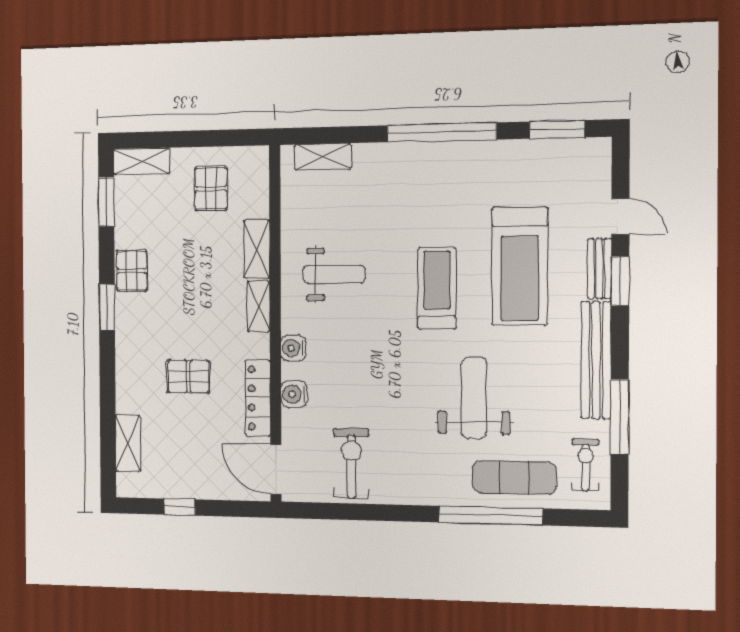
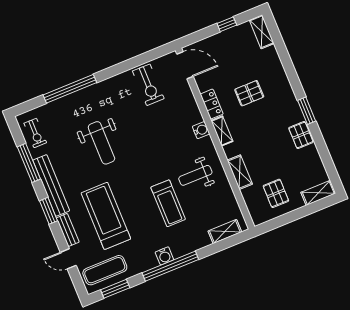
window: (106, 202) -> (329, 165), removed
window: (620, 281) -> (49, 211), moved
treadmill: (437, 288) -> (168, 203), moved
shelving: (259, 306) -> (222, 131), moved
water cooler: (294, 394) -> (164, 256), moved, turned 90
locker: (258, 398) -> (212, 104), width x0.66
shelving: (128, 443) -> (262, 32), moved
exercise mat: (514, 477) -> (105, 270), moved

